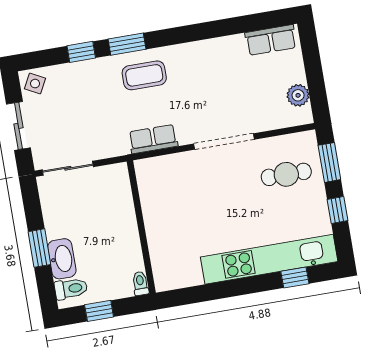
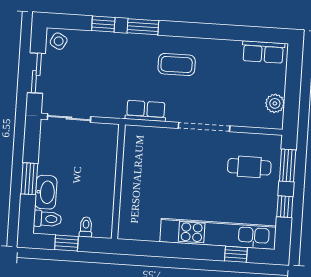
coffee table: (144, 75) -> (177, 65), moved
toilet: (140, 283) -> (86, 227), moved

